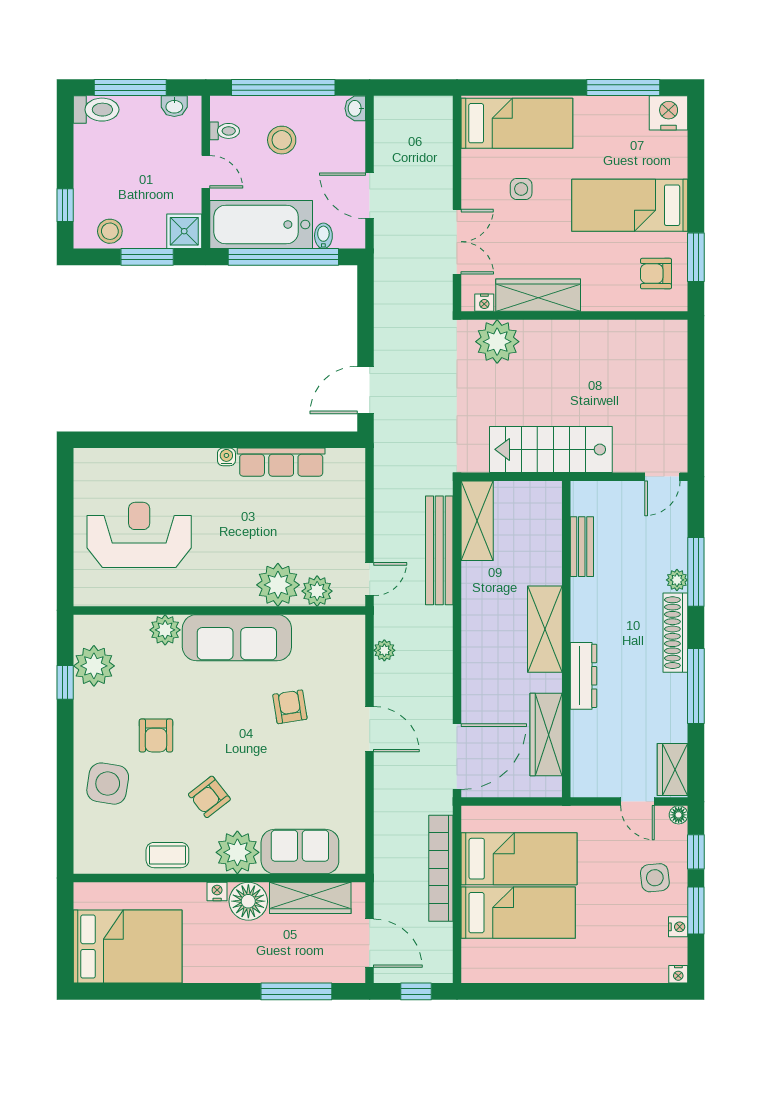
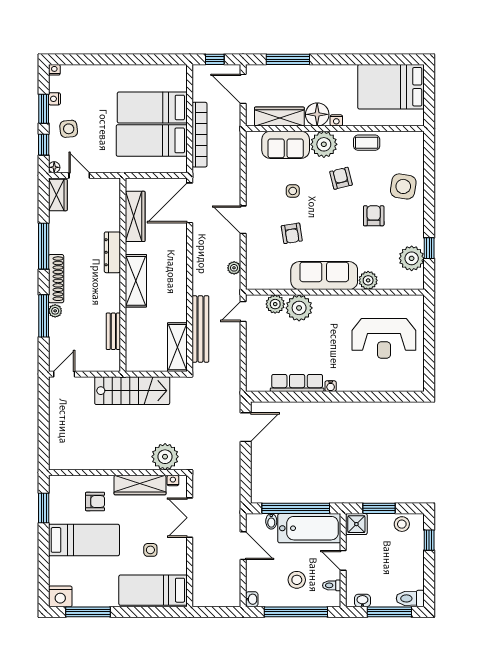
armchair: (656, 274) -> (95, 502), moved
side table: (288, 776) -> (293, 191), added
armchair: (209, 797) -> (341, 178), turned -66

